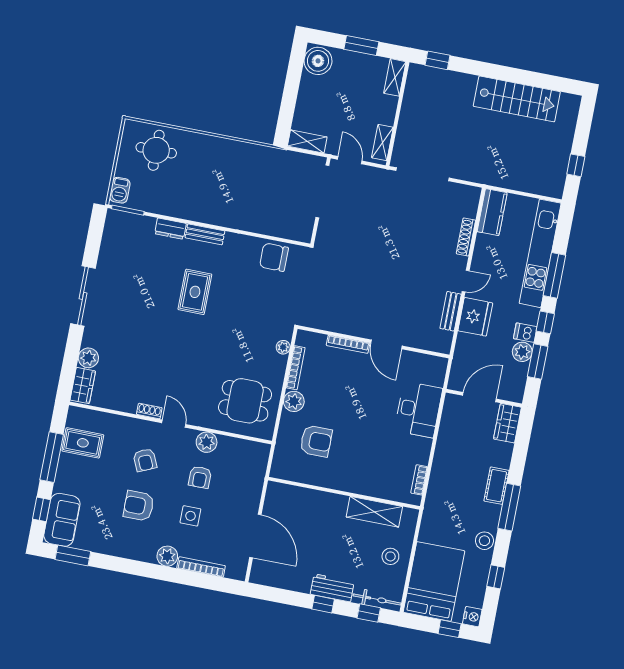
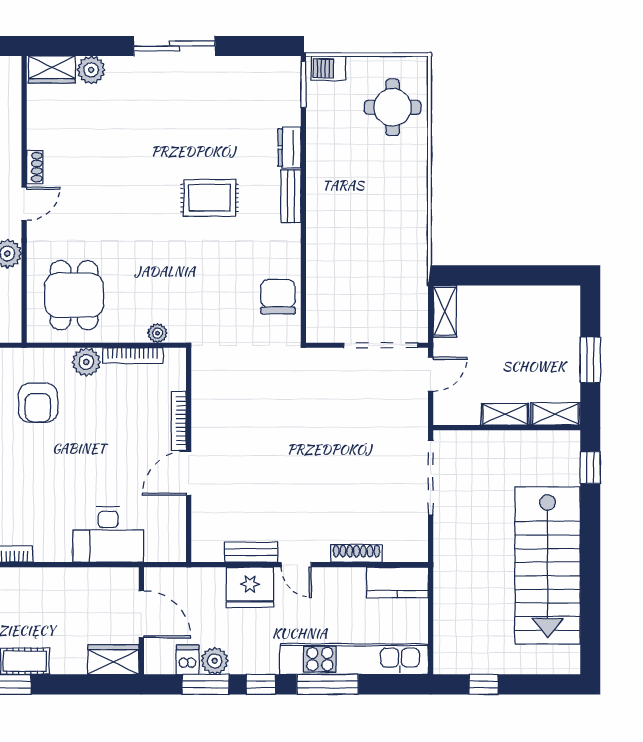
boiler: (318, 61) -> (558, 305), removed
stairs: (517, 99) -> (548, 565), width x1.36, depth x1.51
shelving: (382, 143) -> (505, 414), moved
dishwasher: (525, 333) -> (188, 660), moved

